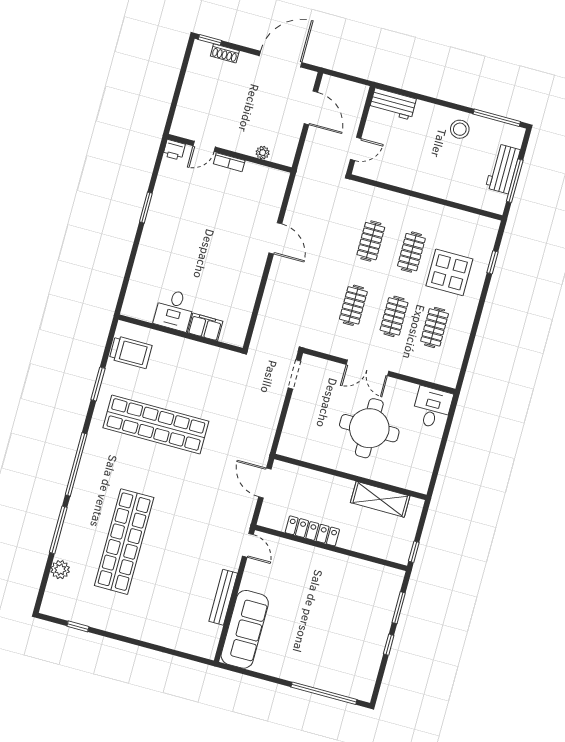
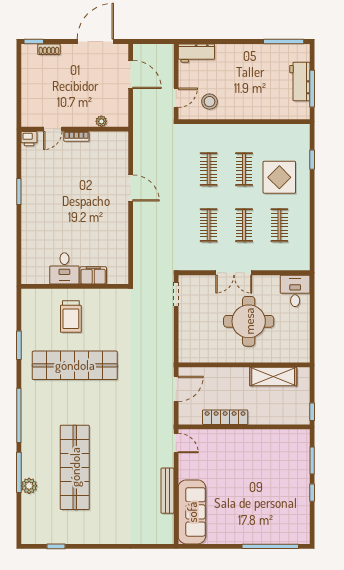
stool: (460, 129) -> (210, 102), moved
trolley: (131, 352) -> (71, 317), moved, turned 90
door: (265, 483) -> (176, 389), swing flipped
plant: (60, 570) -> (29, 486), moved

